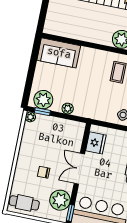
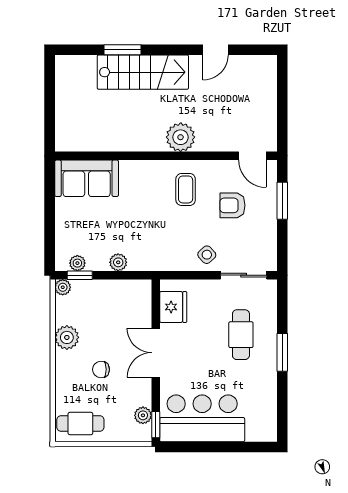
plant: (43, 100) -> (77, 263), width x0.53, depth x0.53
plant: (27, 148) -> (67, 337), added
plant: (60, 200) -> (143, 415), width x0.53, depth x0.53

